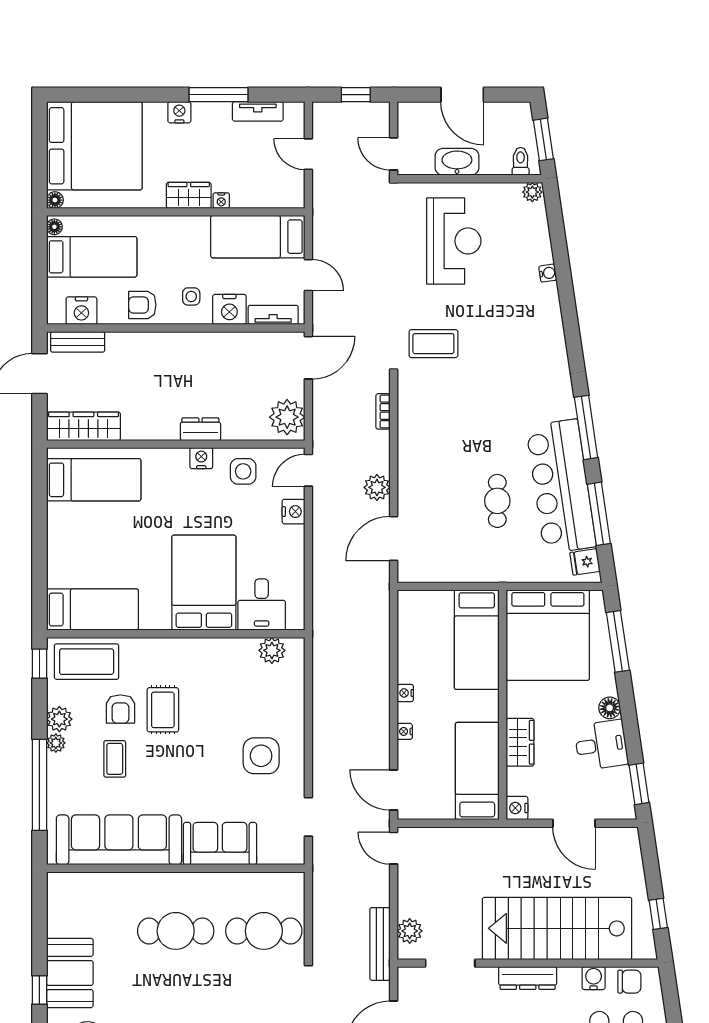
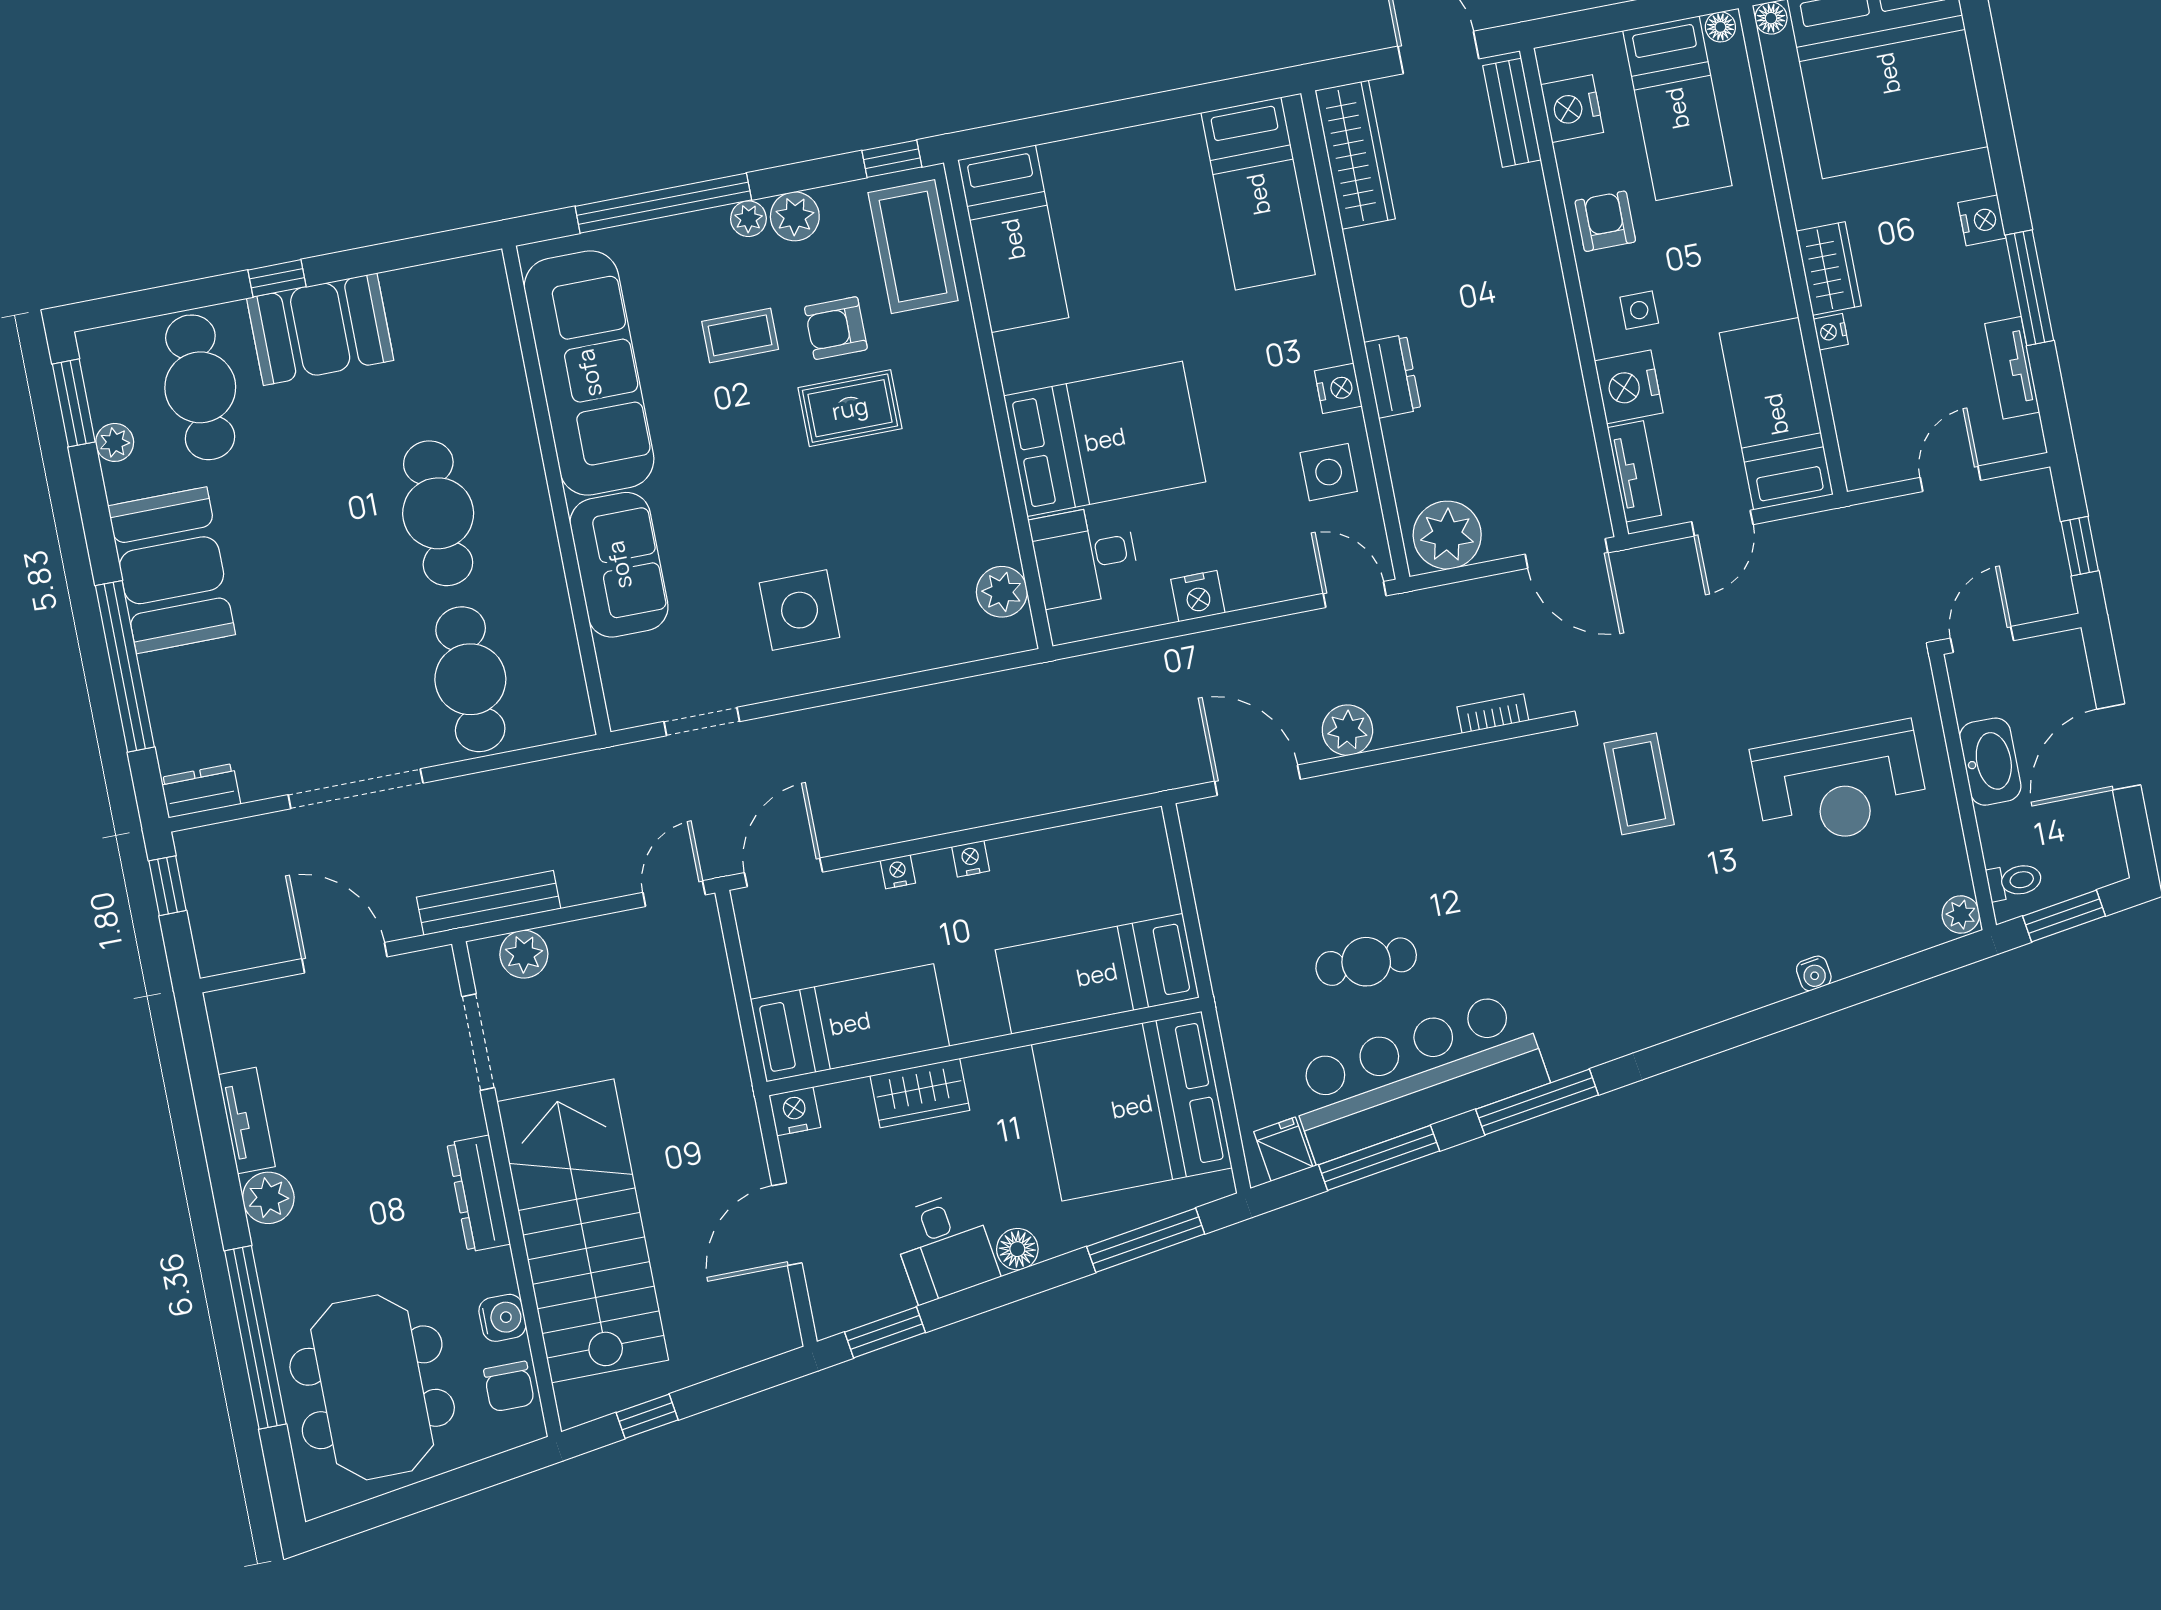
nightstand: (294, 512) -> (1198, 596), moved

